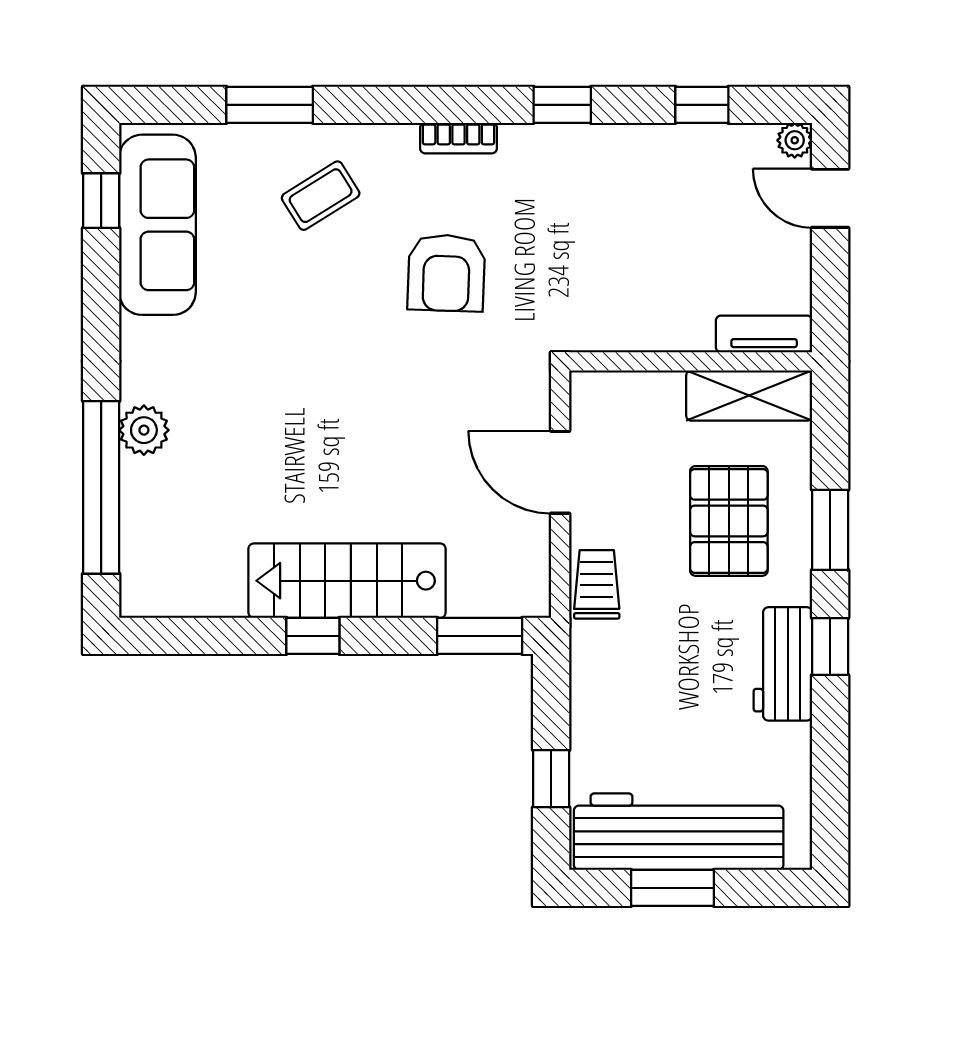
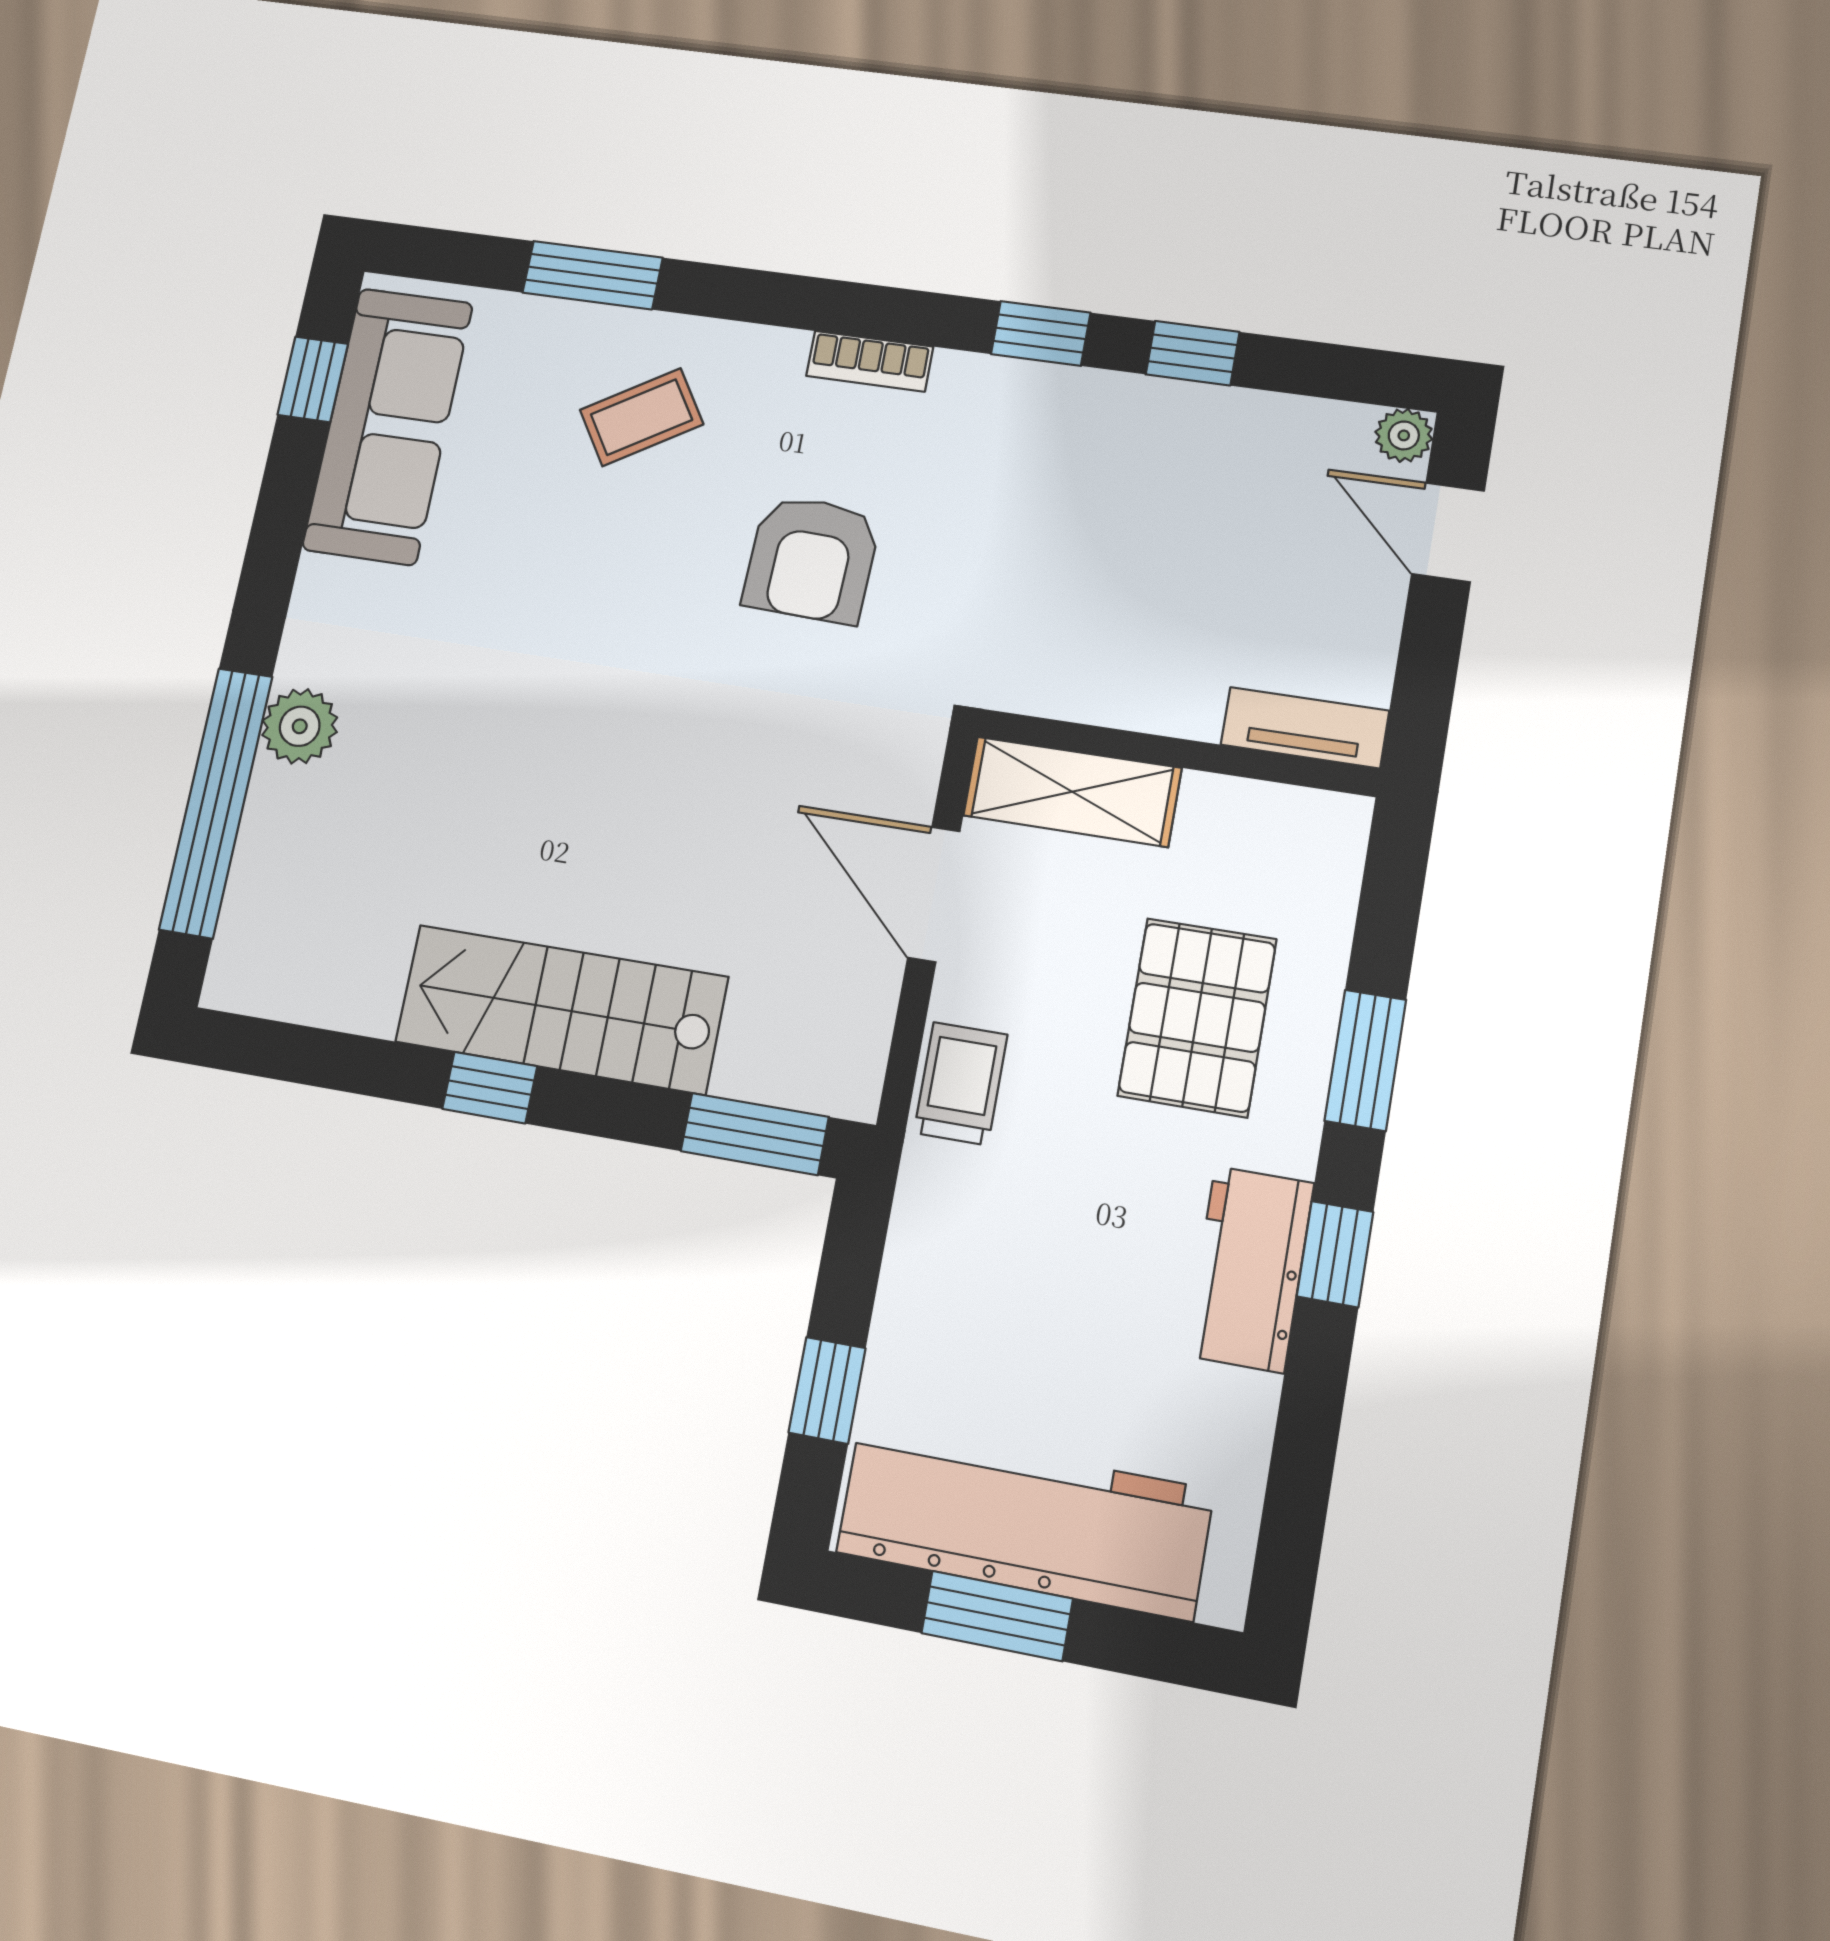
window: (702, 105) -> (1193, 353), moved
shelving: (749, 395) -> (1072, 792), moved

